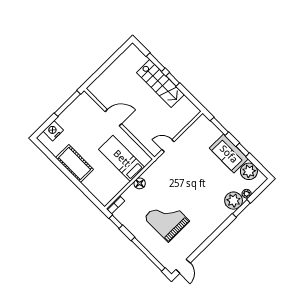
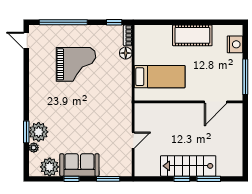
door: (113, 118) -> (216, 102), moved
door: (168, 146) -> (133, 140), moved
floor lamp: (140, 183) -> (126, 53), moved

